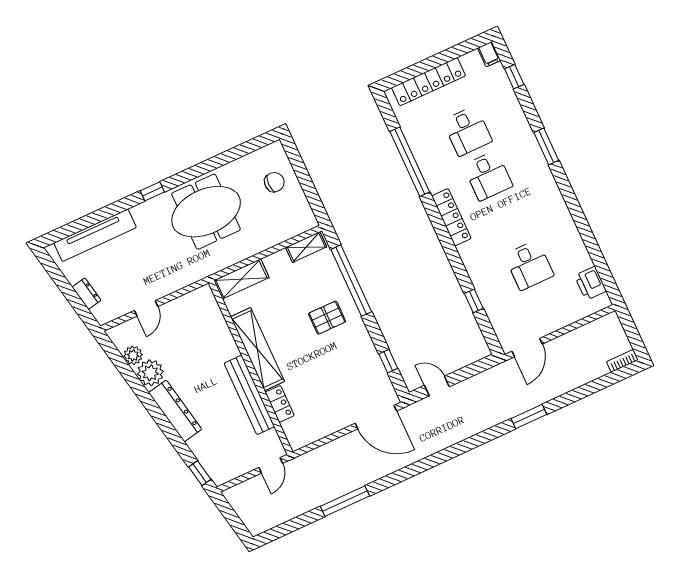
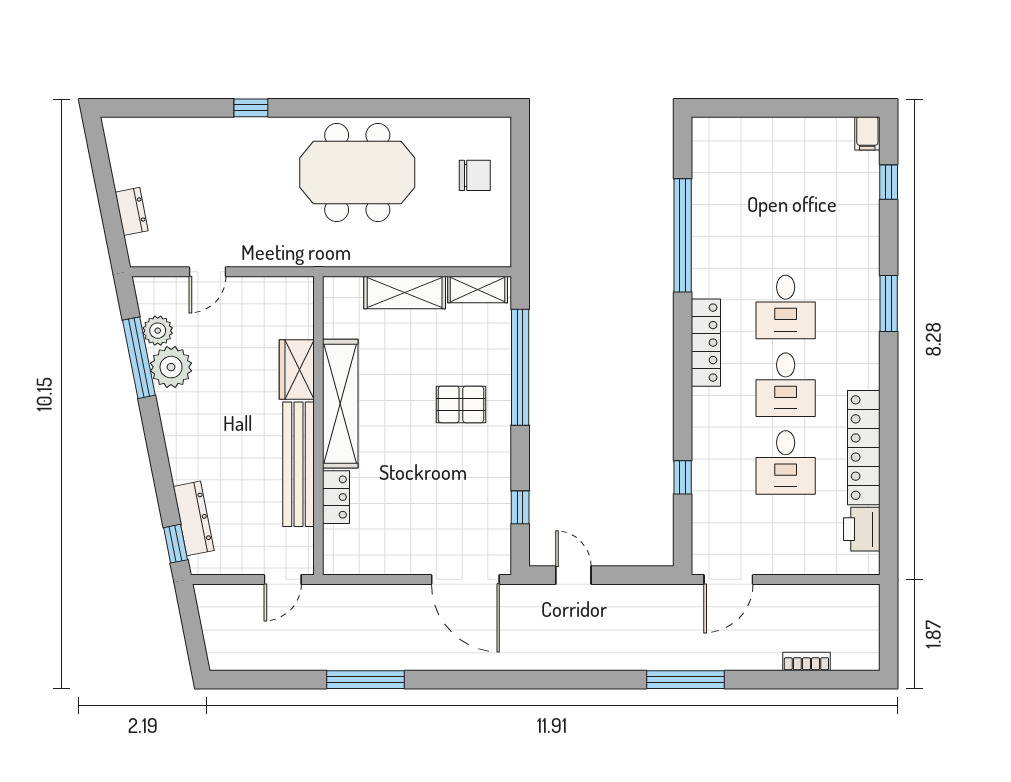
locker: (428, 82) -> (864, 448), moved, turned 90
desk: (467, 131) -> (786, 385), moved
window: (152, 191) -> (251, 108), moved
tv unit: (95, 235) -> (182, 133), removed
shelving: (241, 279) -> (405, 293), moved
wardrobe: (223, 341) -> (297, 370), added
bookcase: (622, 361) -> (806, 661), moved
window: (129, 376) -> (139, 358), added
dresser: (175, 411) -> (194, 518), moved, width x0.73, depth x0.80
window: (529, 416) -> (685, 680), width x1.44

